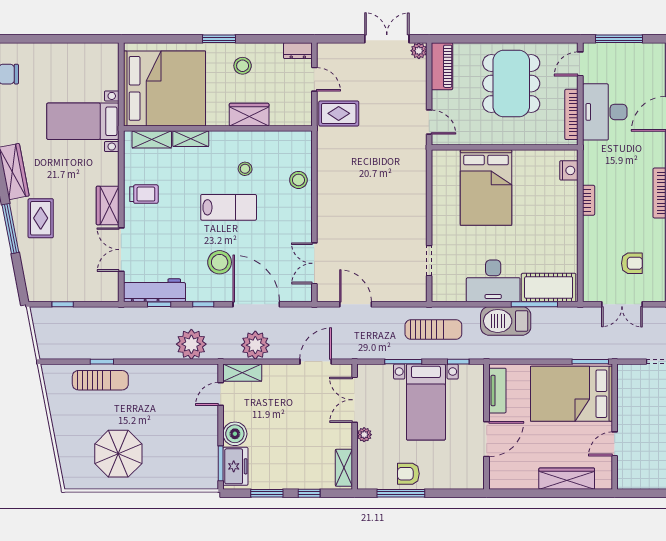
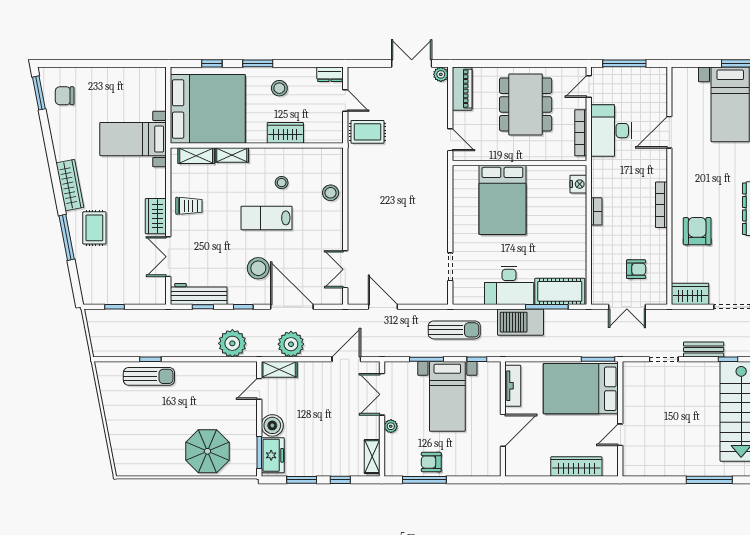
window: (169, 39) -> (212, 63), added
lab bench: (229, 207) -> (267, 218), turned 180
parasol: (118, 454) -> (207, 451), moved

